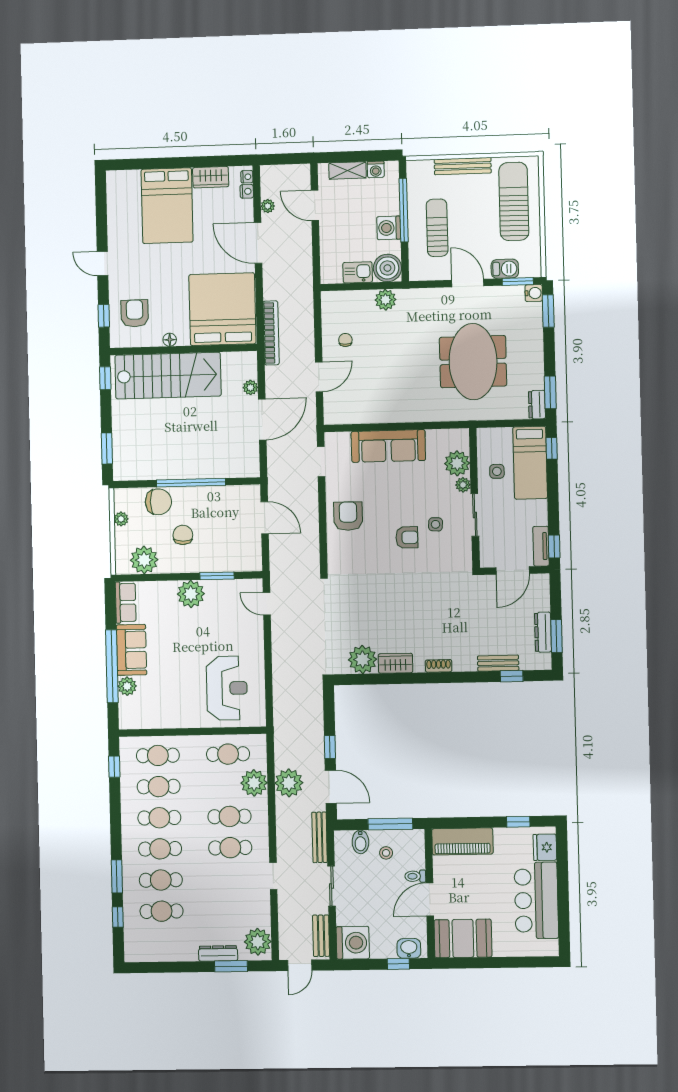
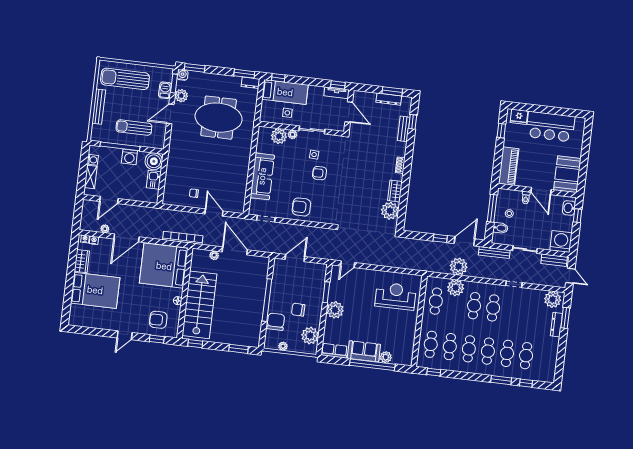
plant: (386, 300) -> (181, 96), moved
armchair: (407, 537) -> (320, 173), turned -90

